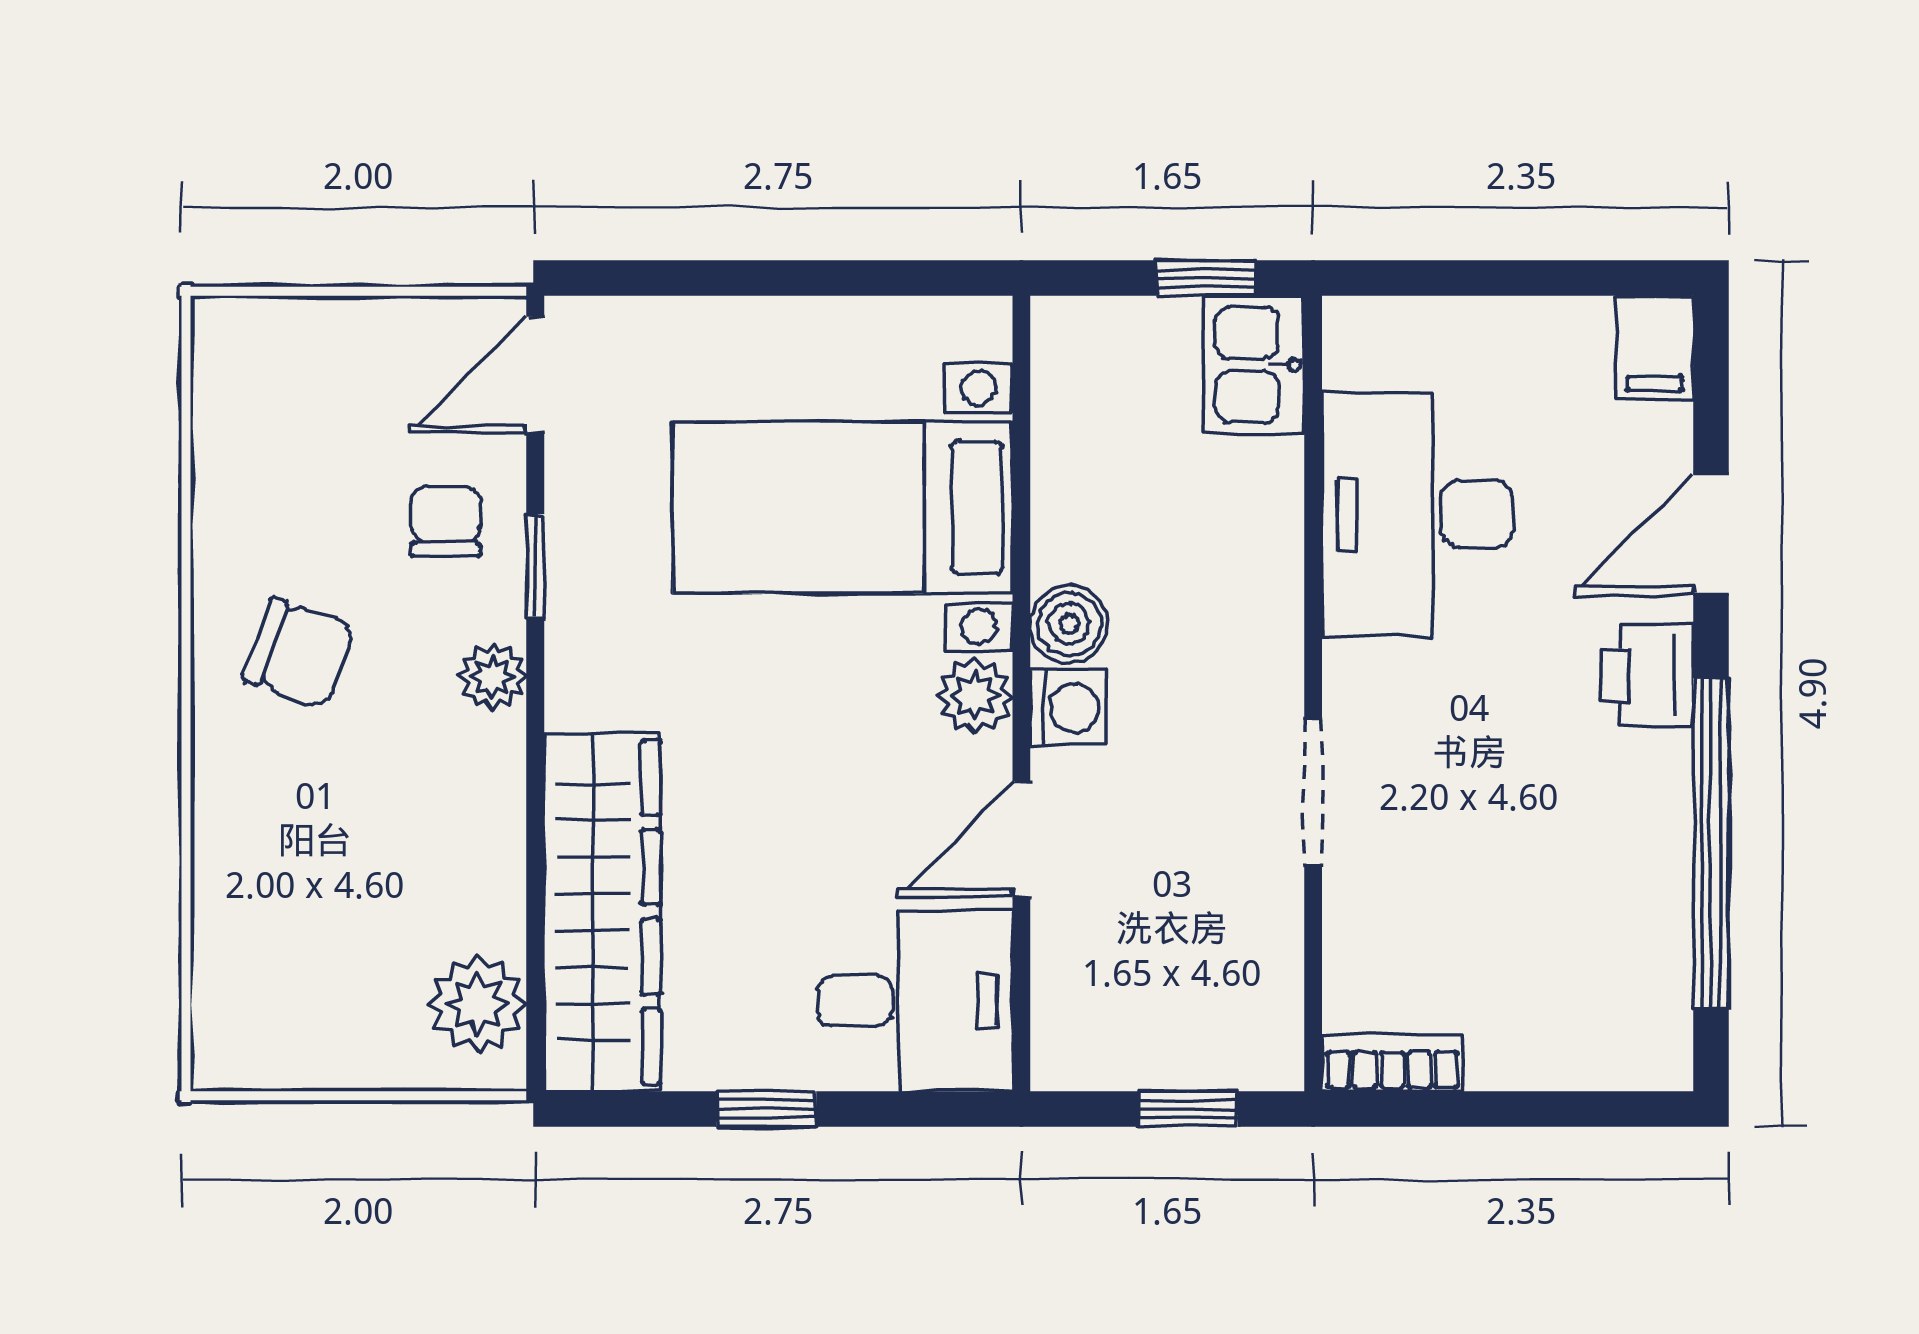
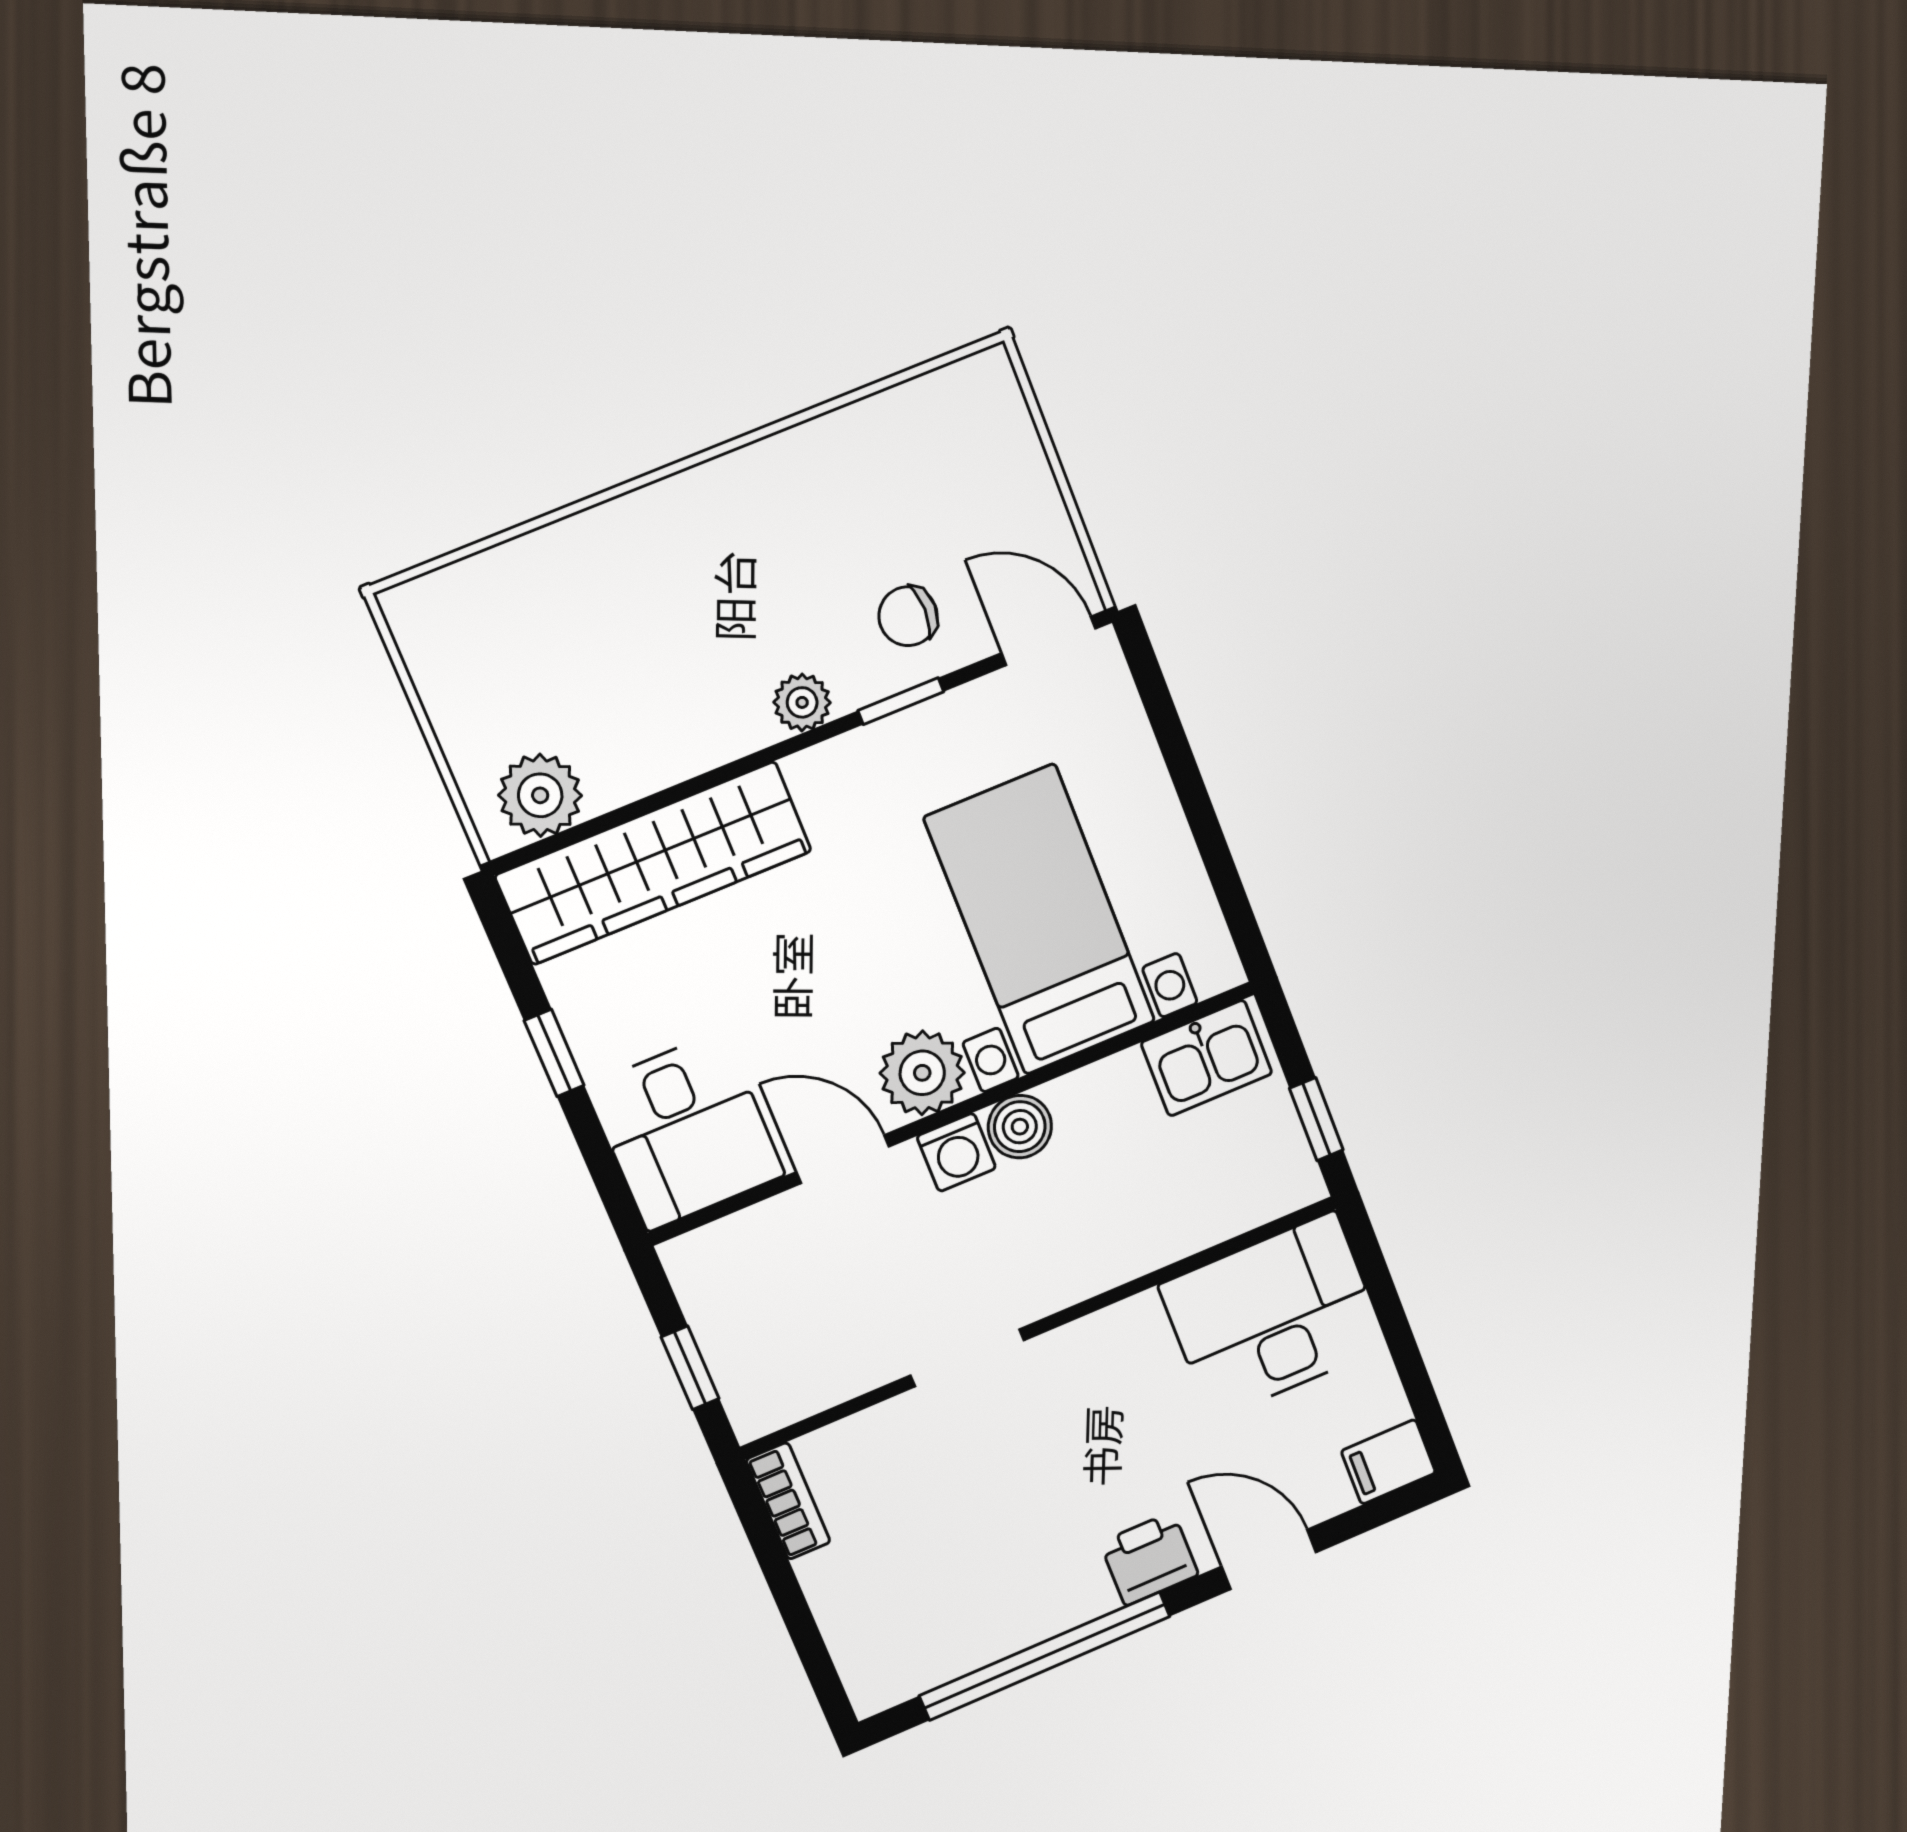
kitchen sink: (1254, 365) -> (1207, 1058), moved, turned 180
desk: (1418, 514) -> (1273, 1316), moved
chair: (446, 521) -> (908, 616), turned 180
chair: (299, 653) -> (758, 541), removed
plant: (975, 696) -> (922, 1073), width x1.38, depth x1.38

